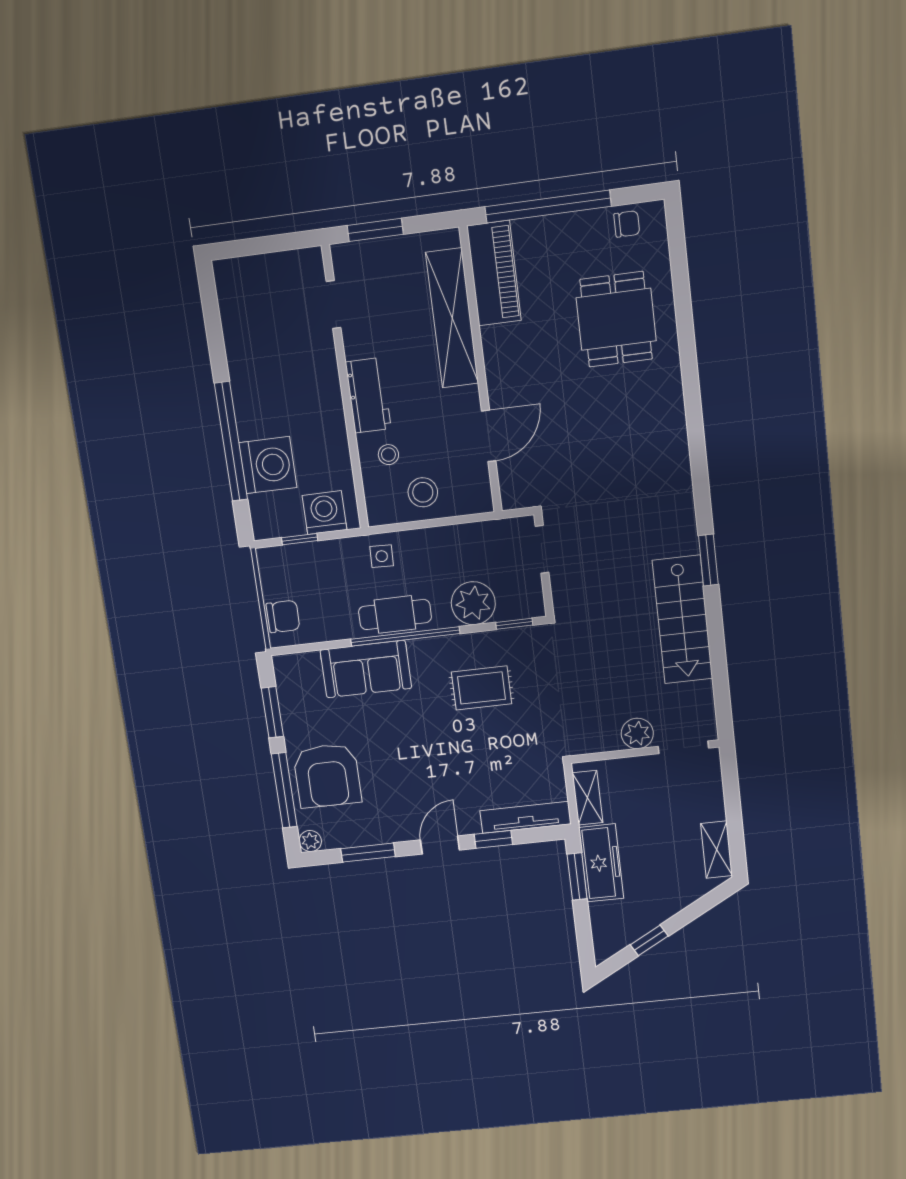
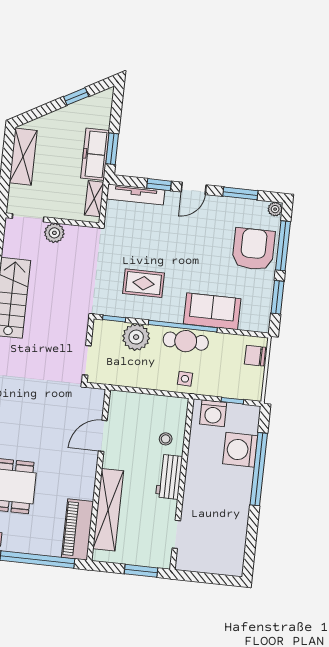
stool: (423, 492) -> (150, 412), removed
shelving: (717, 850) -> (23, 157), width x1.50, depth x1.33

